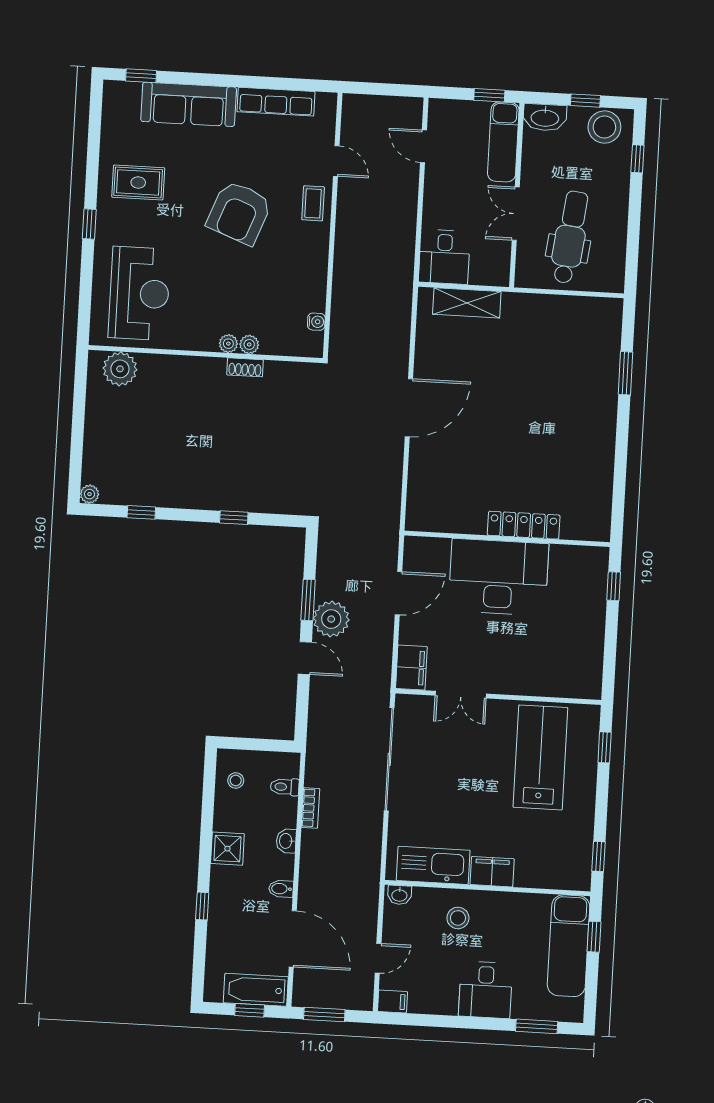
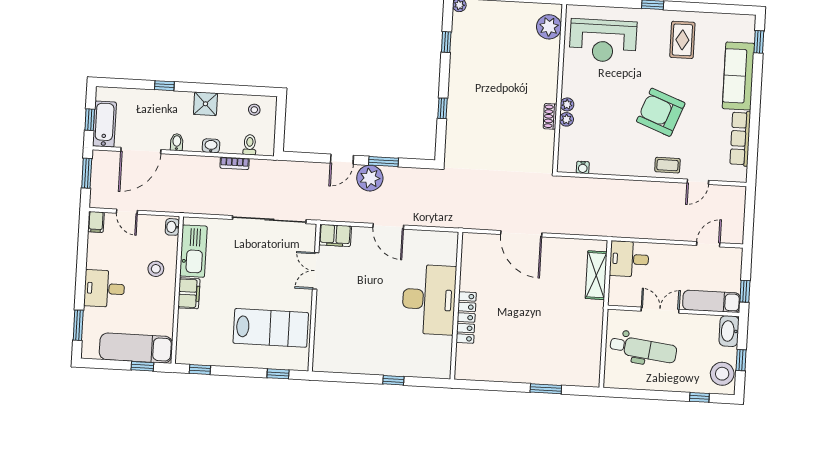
locker: (524, 525) -> (466, 318), moved
wall: (507, 539) -> (456, 306), moved
desk: (498, 577) -> (429, 299), moved

